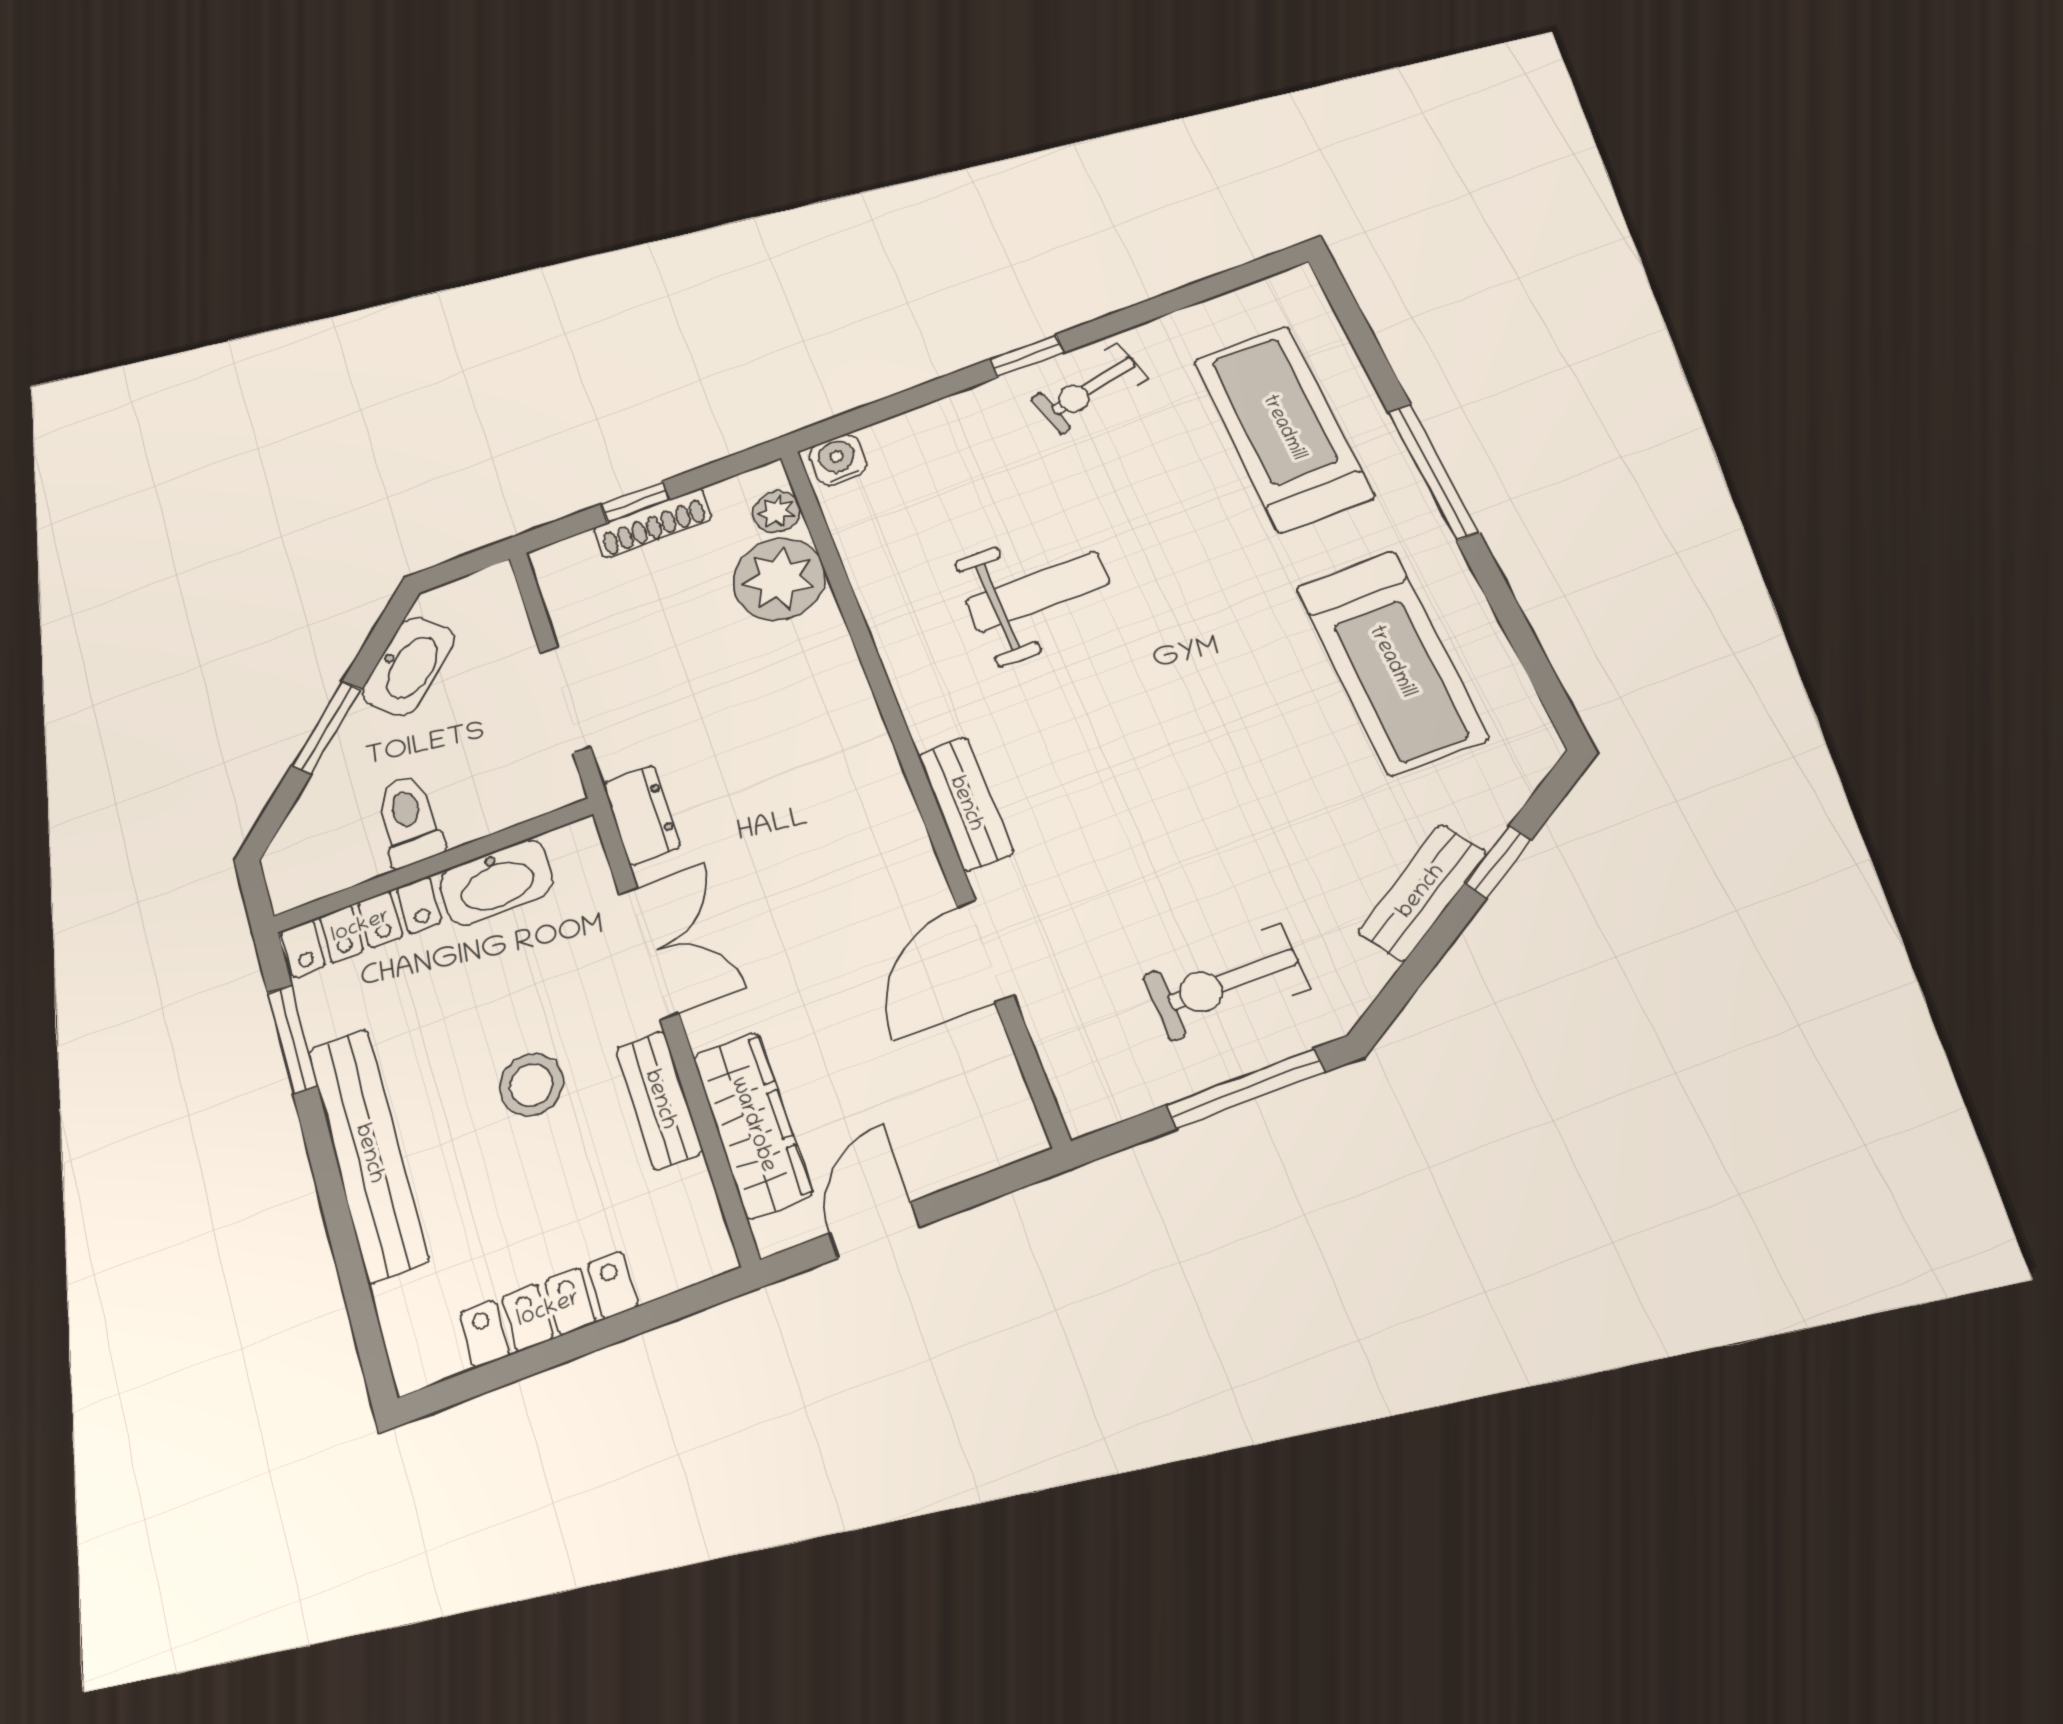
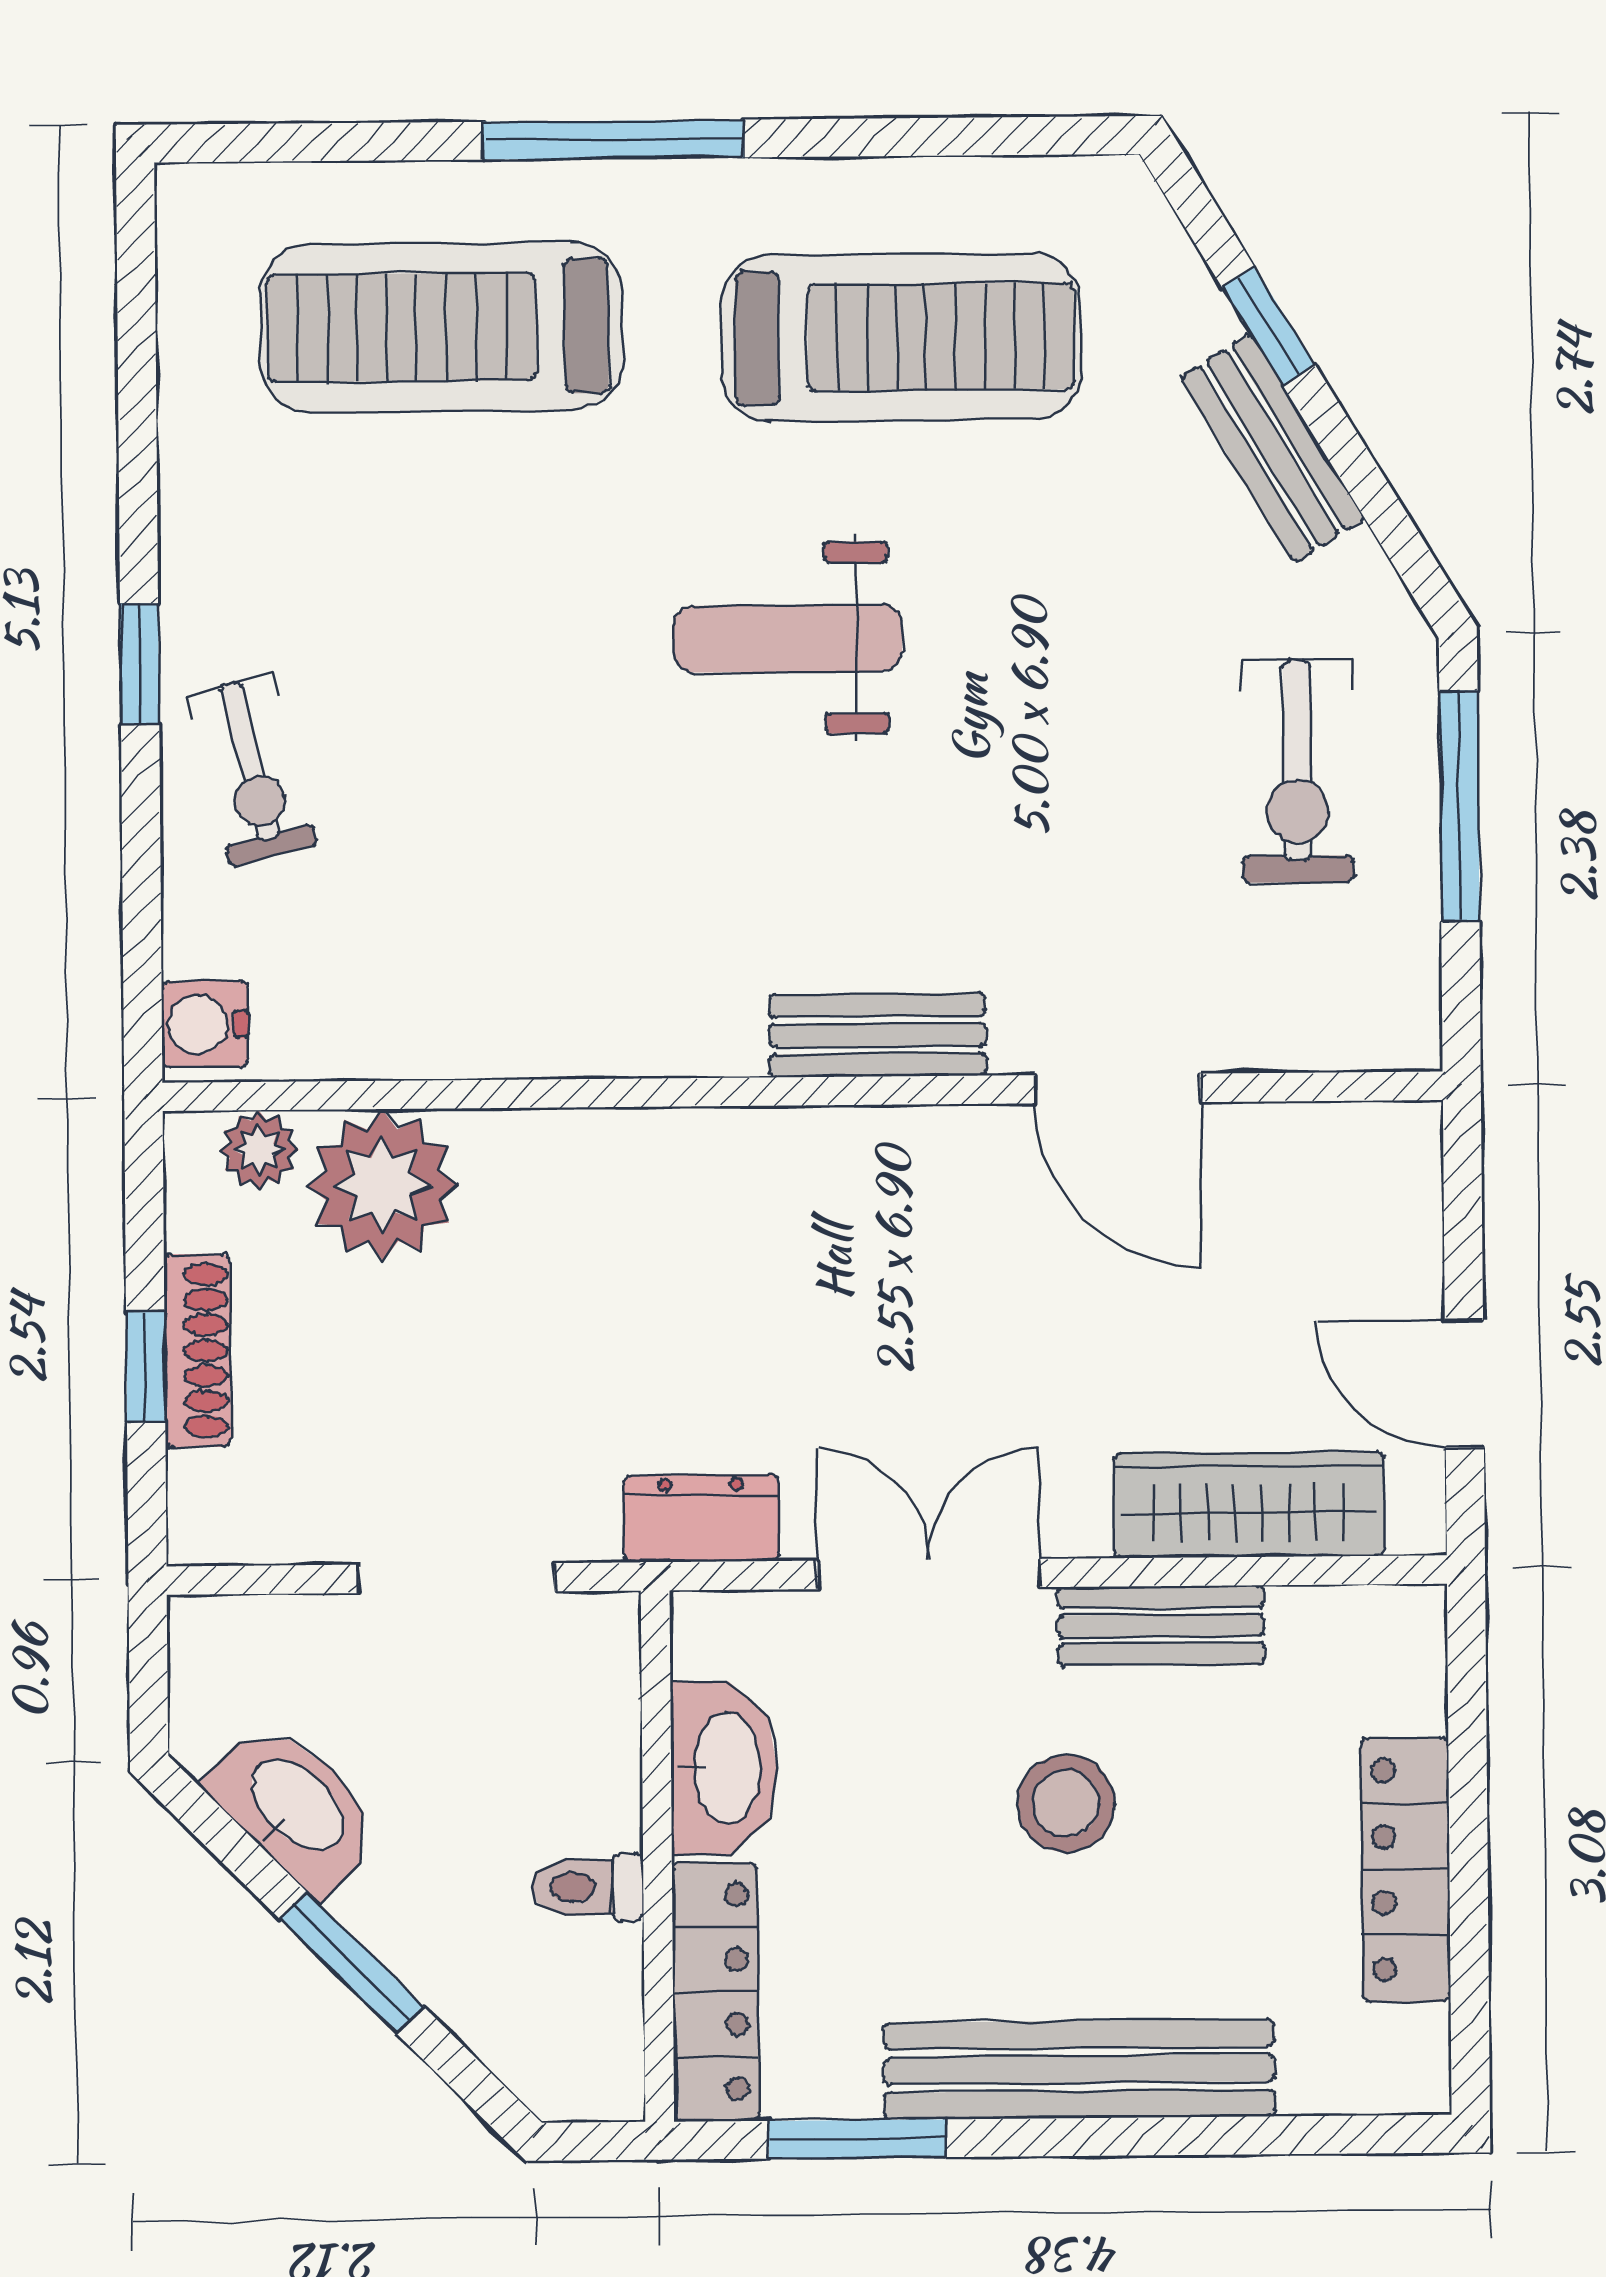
exercise bike: (1090, 389) -> (252, 770), moved
weight bench: (1038, 592) -> (788, 638), moved, turned -90
toilet: (409, 820) -> (588, 1887), width x0.73, depth x0.72

